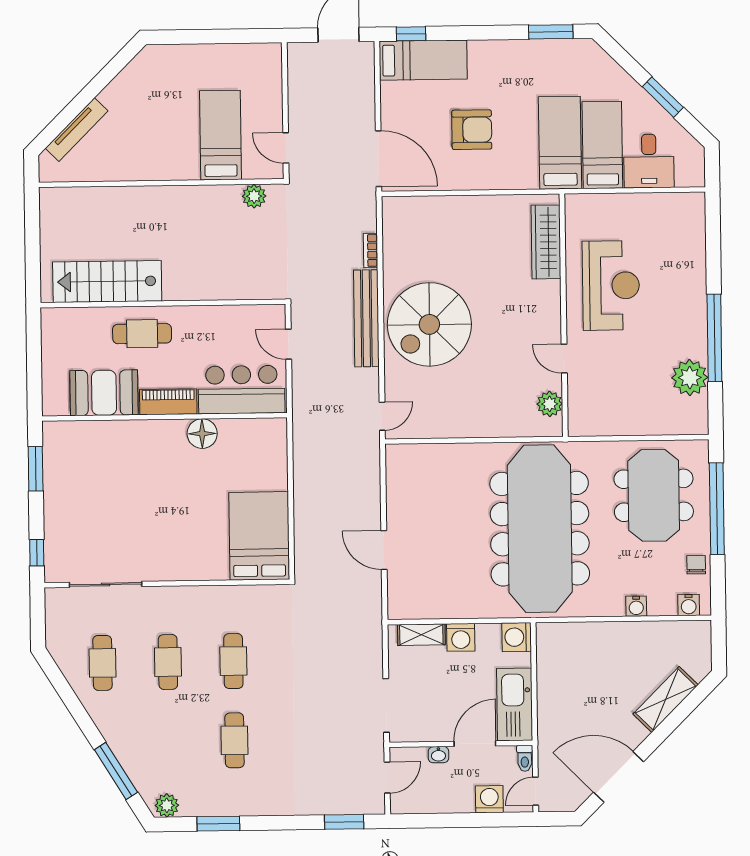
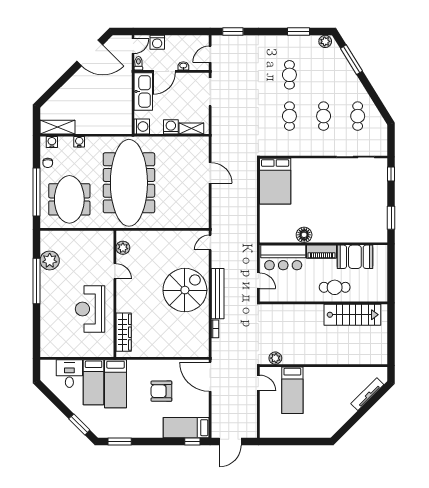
window: (663, 97) -> (79, 424), moved
shelving: (666, 699) -> (57, 127), moved, turned 45

